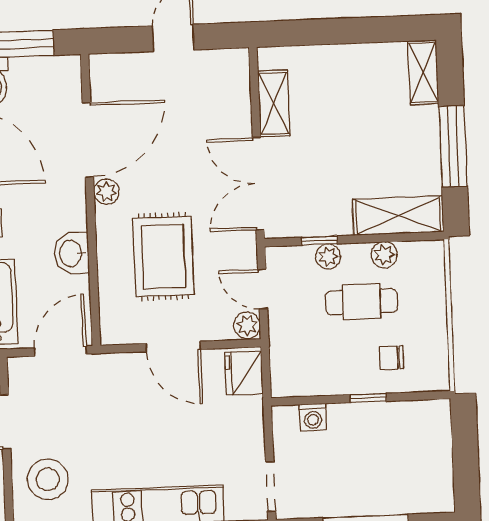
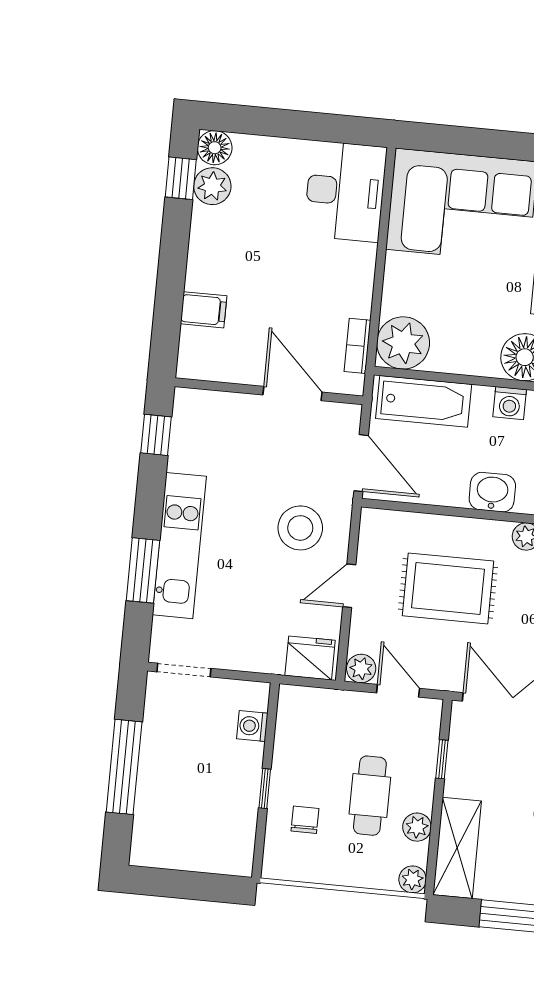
washbasin: (71, 253) -> (492, 492), moved
plant: (328, 257) -> (413, 879), moved
door: (263, 289) -> (398, 691), hinge flipped
door: (173, 346) -> (349, 586), width x0.73
stool: (48, 479) -> (300, 528), moved

